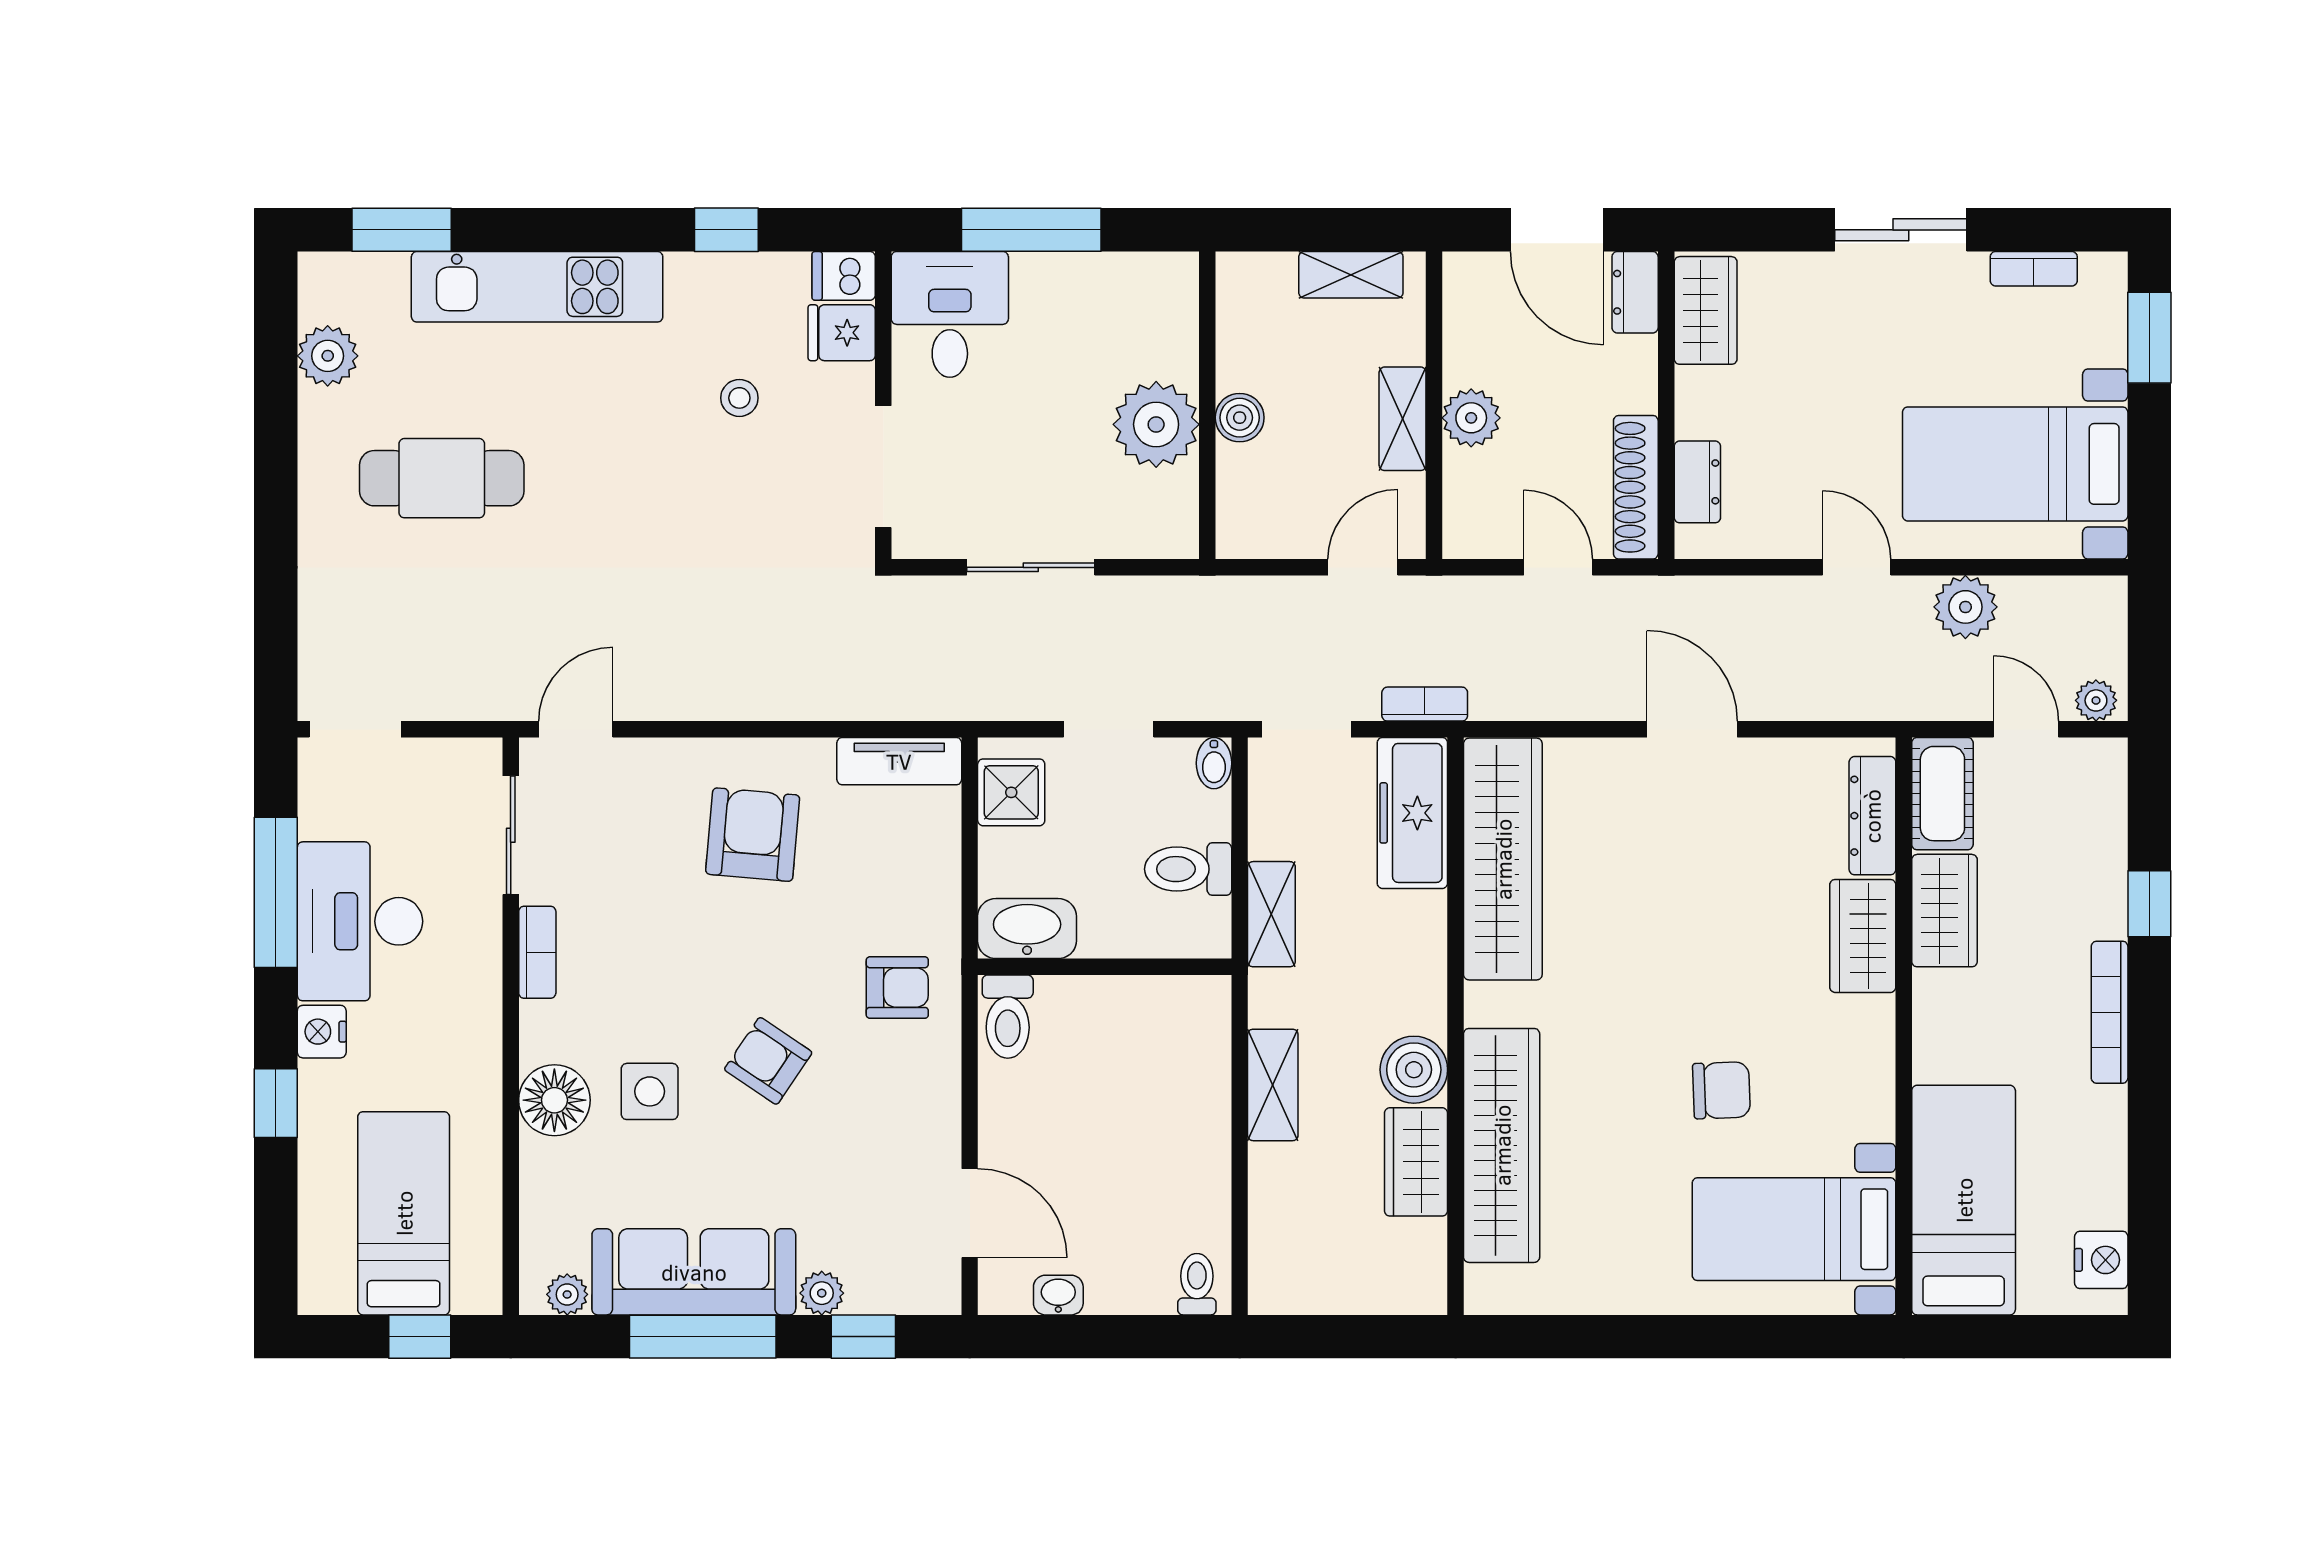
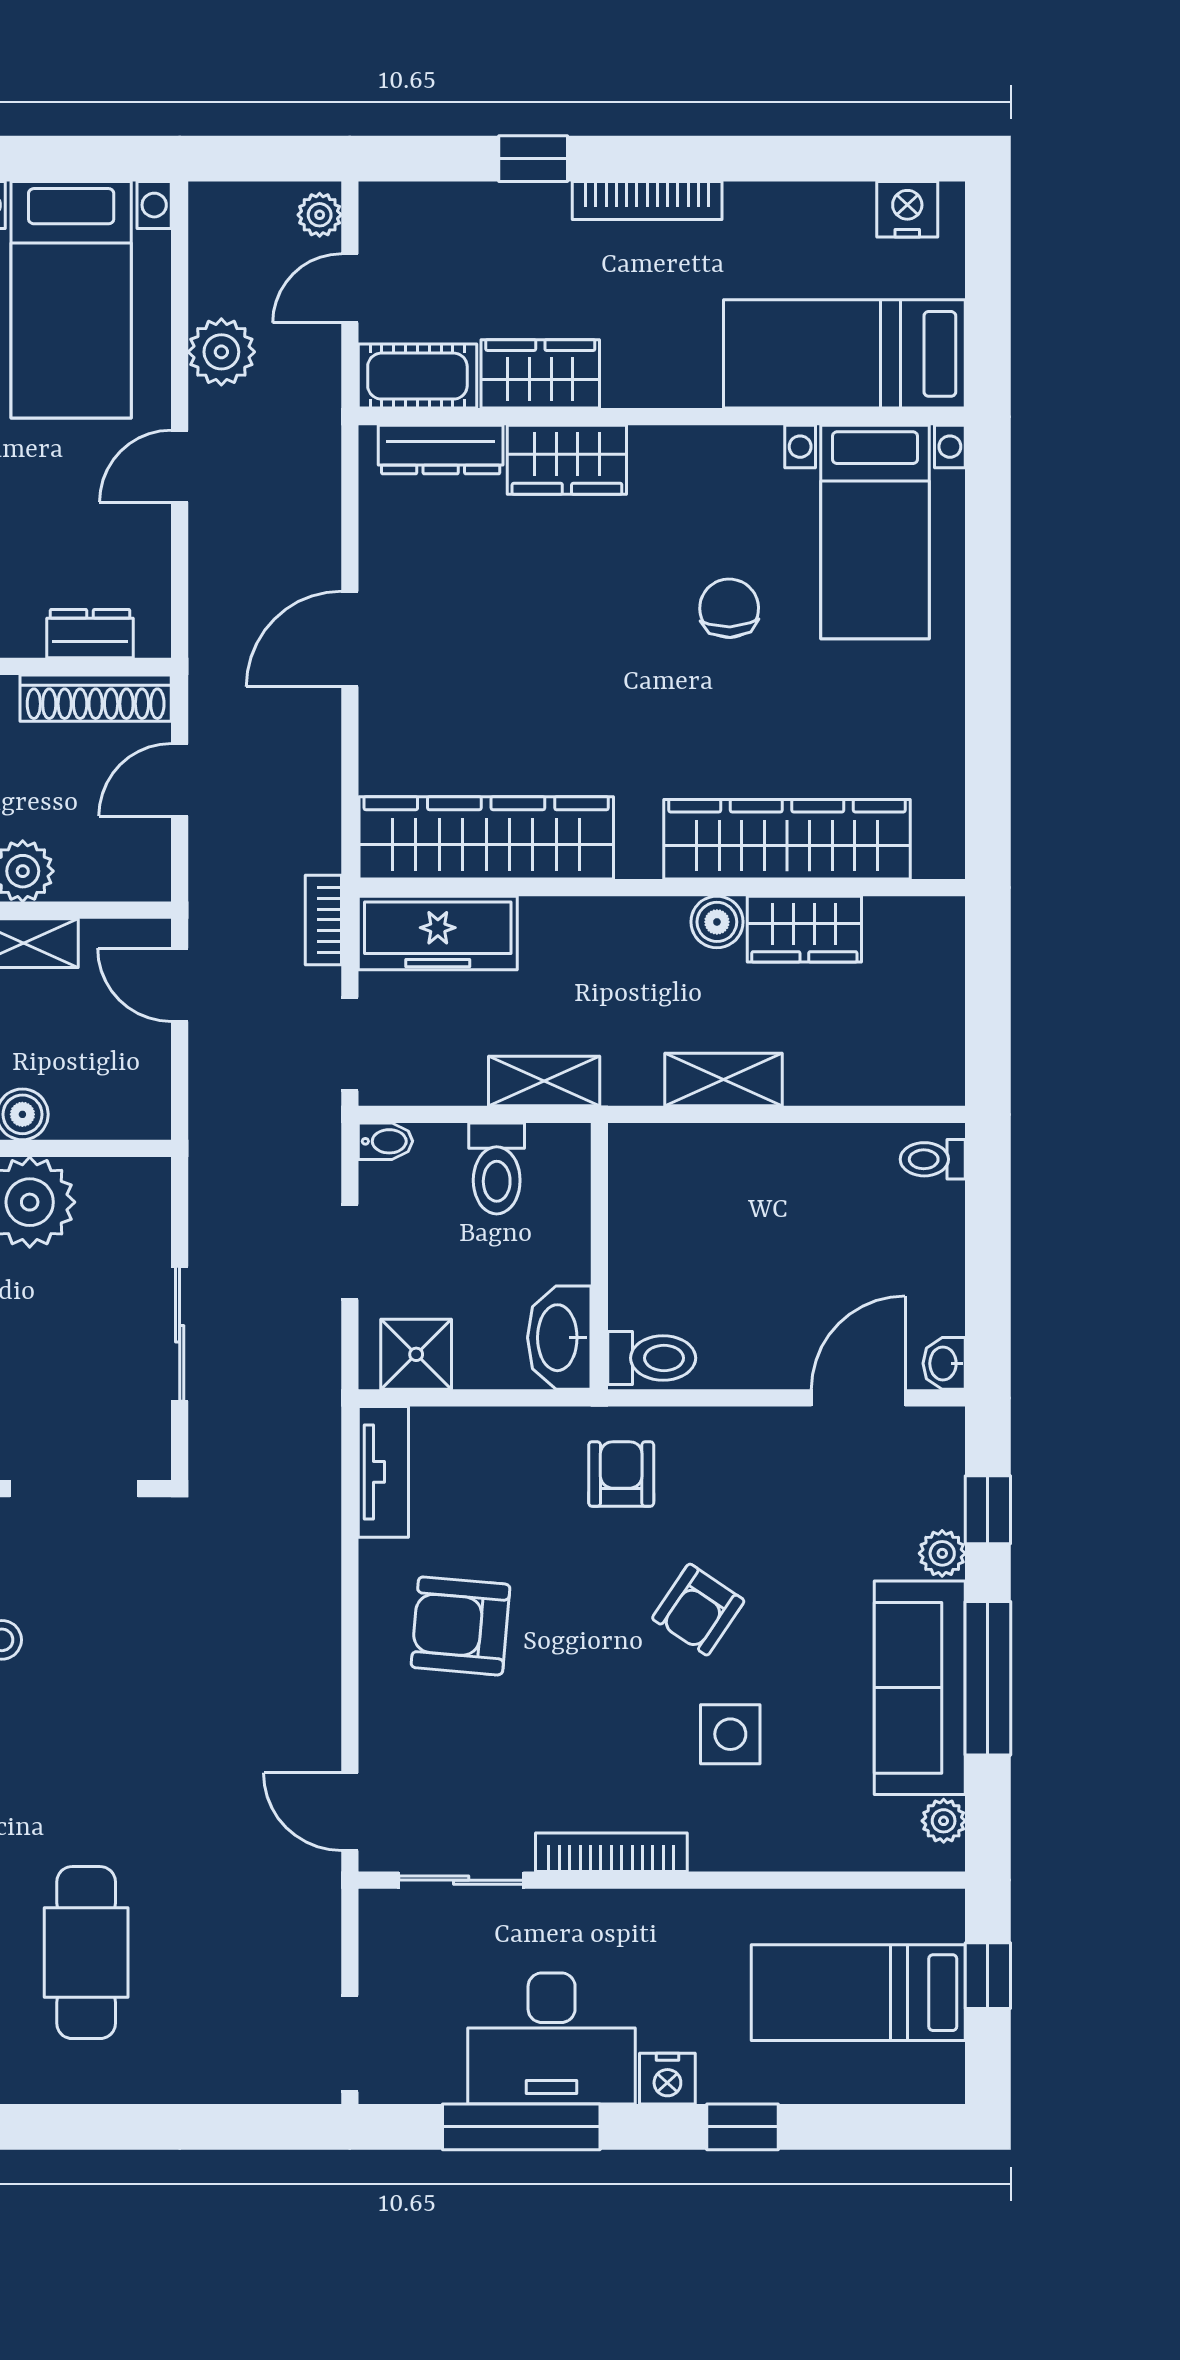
bookcase: (537, 952) -> (611, 1852), width x1.56
boiler: (1414, 1070) -> (717, 922), width x0.73, depth x0.73
floor lamp: (554, 1100) -> (740, 1834), removed
washbasin: (1058, 1295) -> (944, 1363), moved

